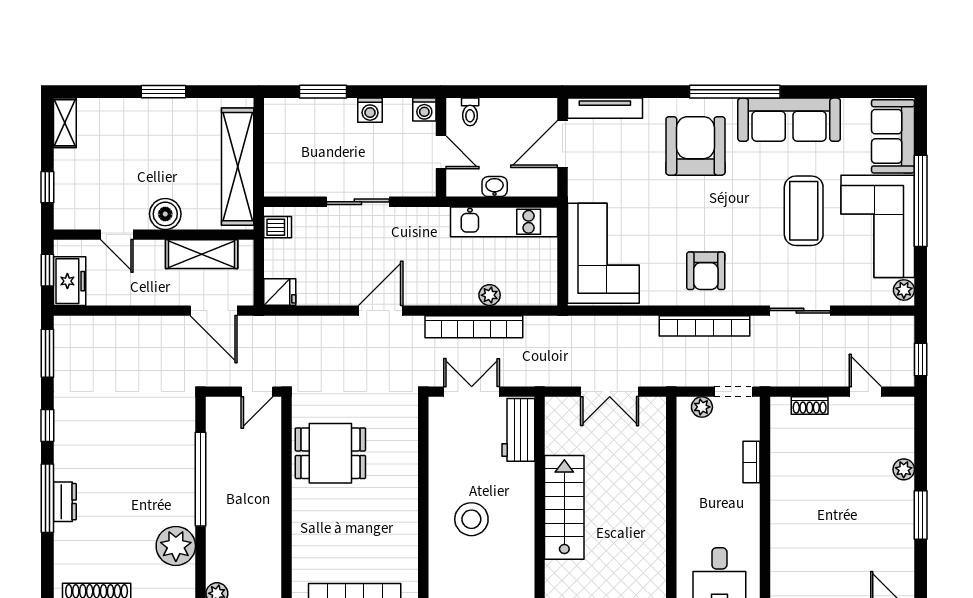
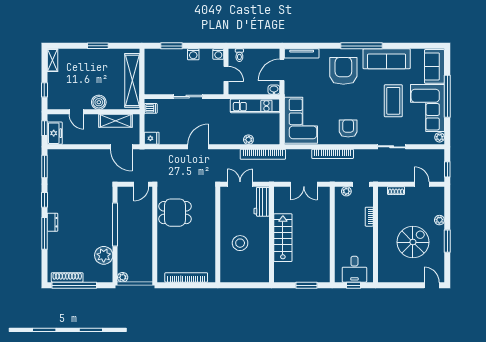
washbasin: (495, 187) -> (274, 90), moved
armchair: (706, 271) -> (348, 128), turned 180
bookcase: (705, 326) -> (333, 154), moved
bookcase: (474, 327) -> (263, 154), moved
dresser: (65, 502) -> (53, 222), moved
spiral stairs: (846, 517) -> (413, 242), added

